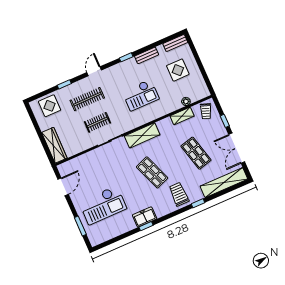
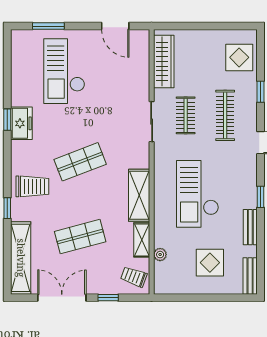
checkout: (141, 95) -> (198, 194), width x1.36, depth x1.21
shelving: (142, 135) -> (139, 195), moved
wardrobe: (54, 145) -> (164, 61), moved, turned -90

